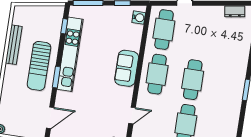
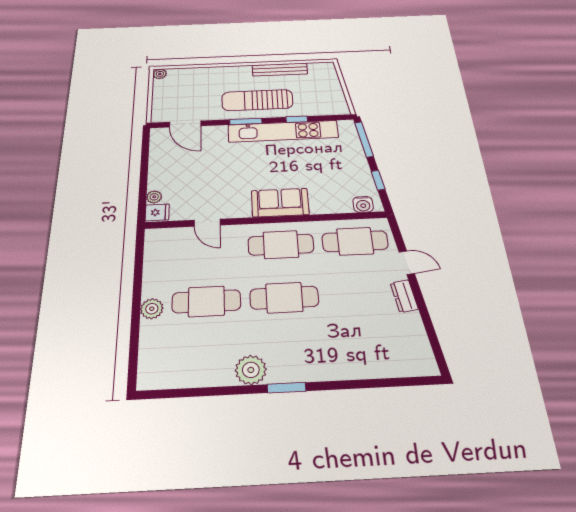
dresser: (235, 11) -> (404, 296), moved
window: (64, 26) -> (297, 119), moved
plant: (232, 107) -> (251, 370), added

